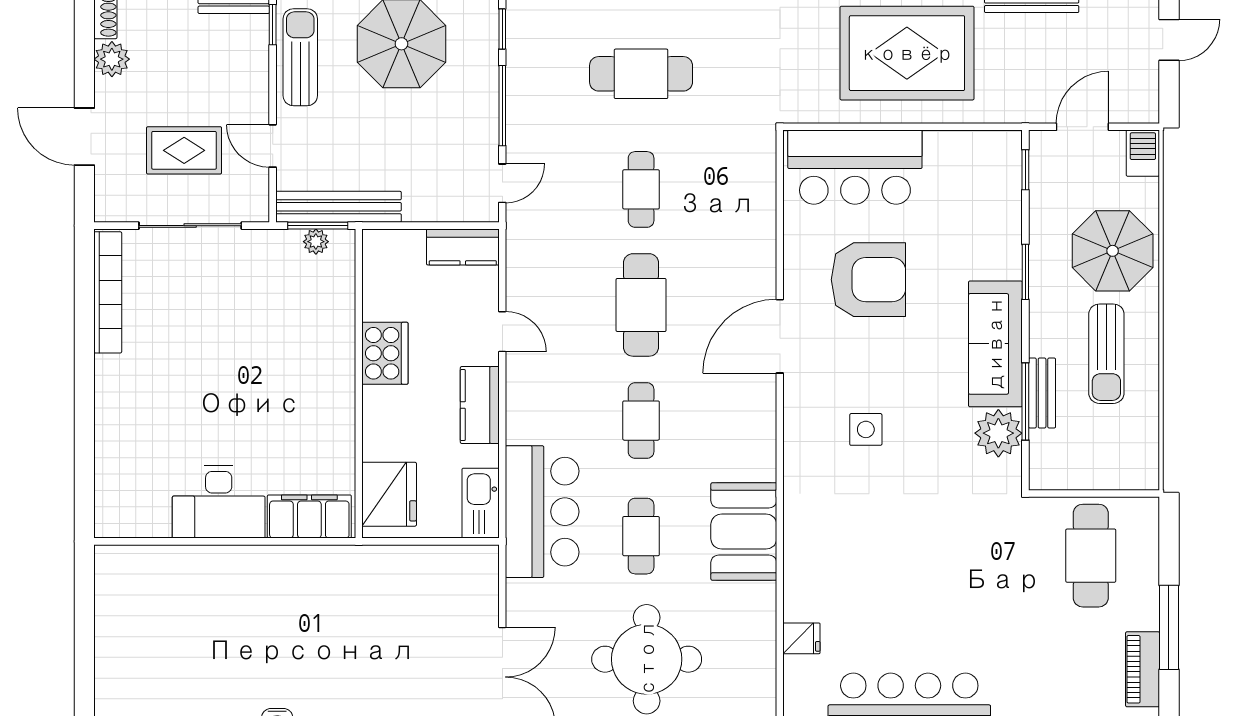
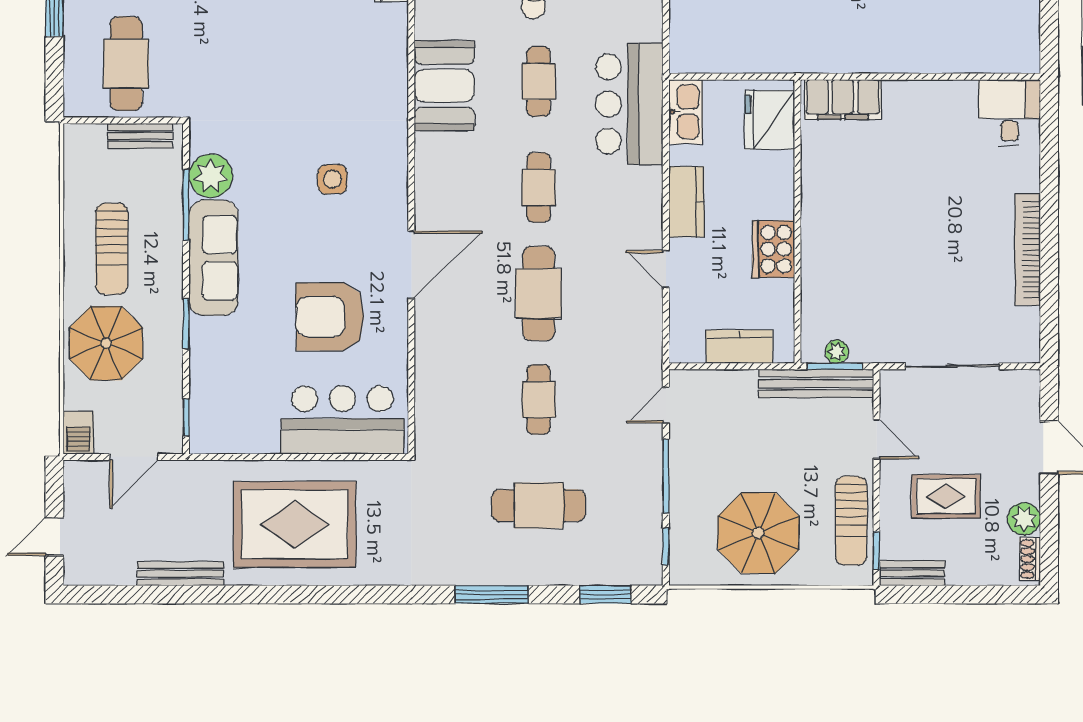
rug: (184, 150) -> (946, 496), moved
kitchen counter: (463, 247) -> (739, 347), moved
bookcase: (108, 292) -> (1028, 250), moved
sun lounger: (1106, 354) -> (112, 249), turned 180
bench: (1042, 393) -> (140, 136), moved, turned 90
desk: (219, 502) -> (1009, 113), moved, width x0.73

